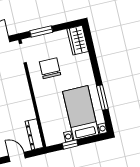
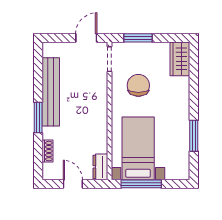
bed with nightstands: (81, 113) -> (138, 148), moved
dresser: (34, 134) -> (100, 167), width x0.70
window: (70, 145) -> (141, 184), width x2.17

